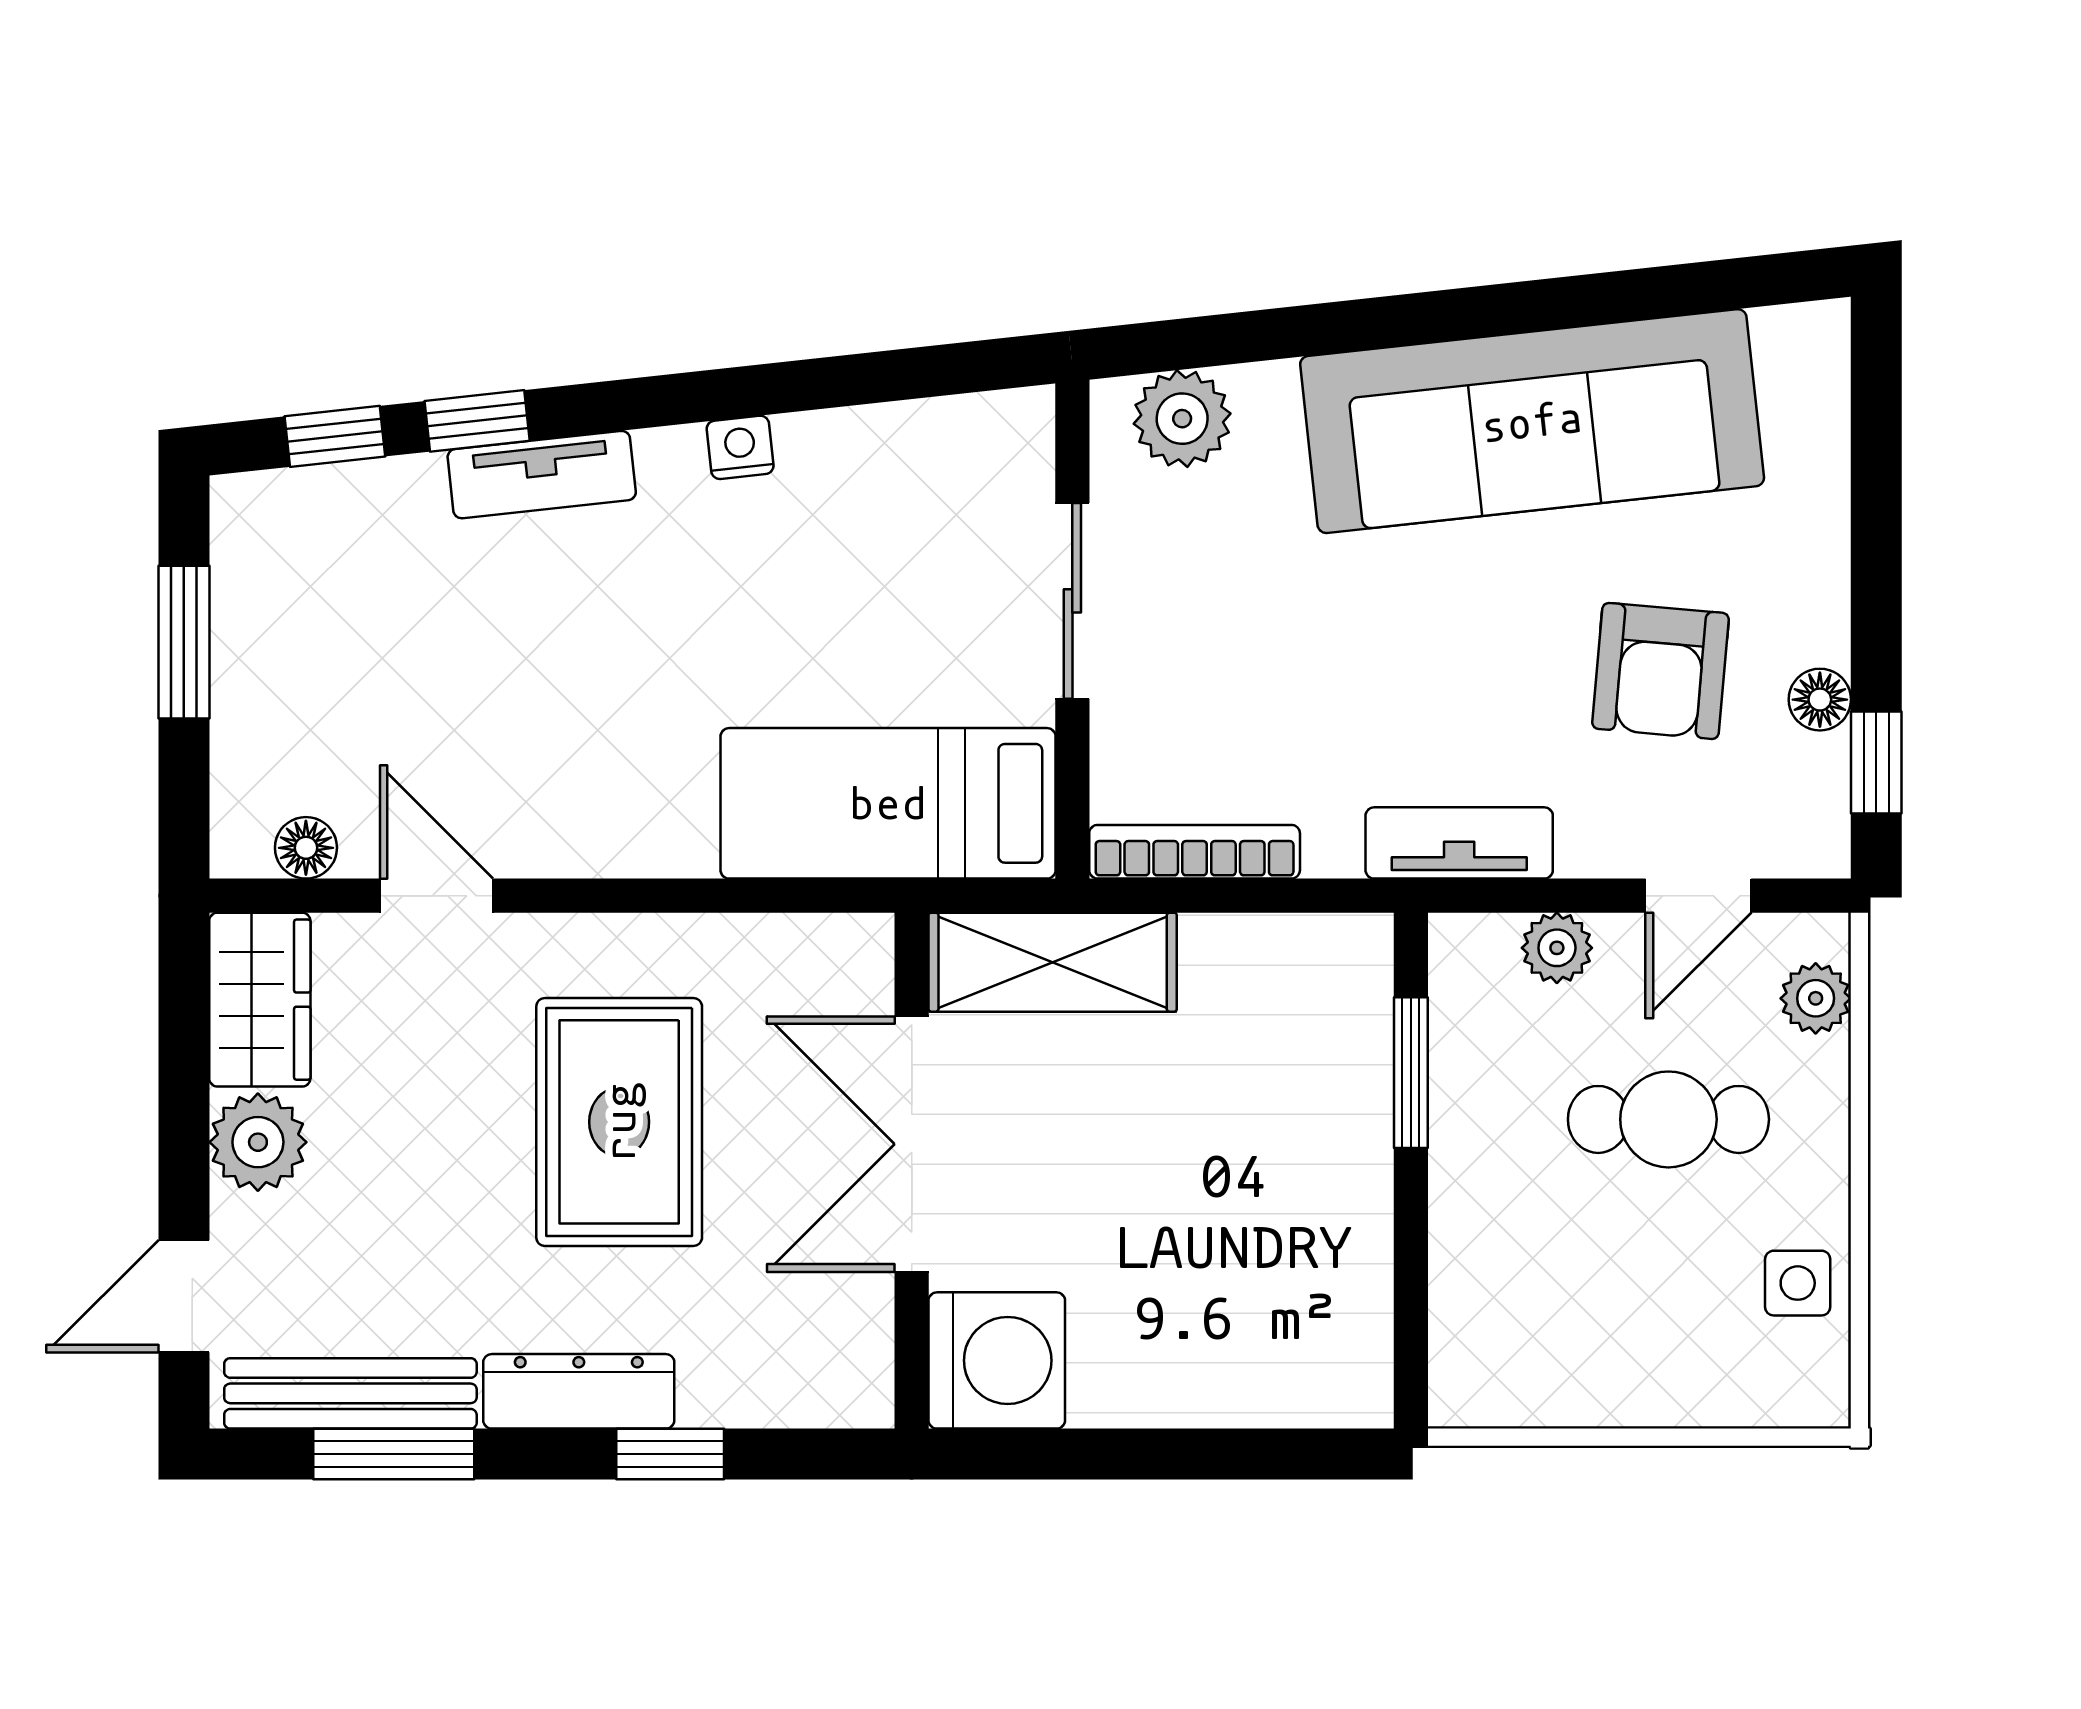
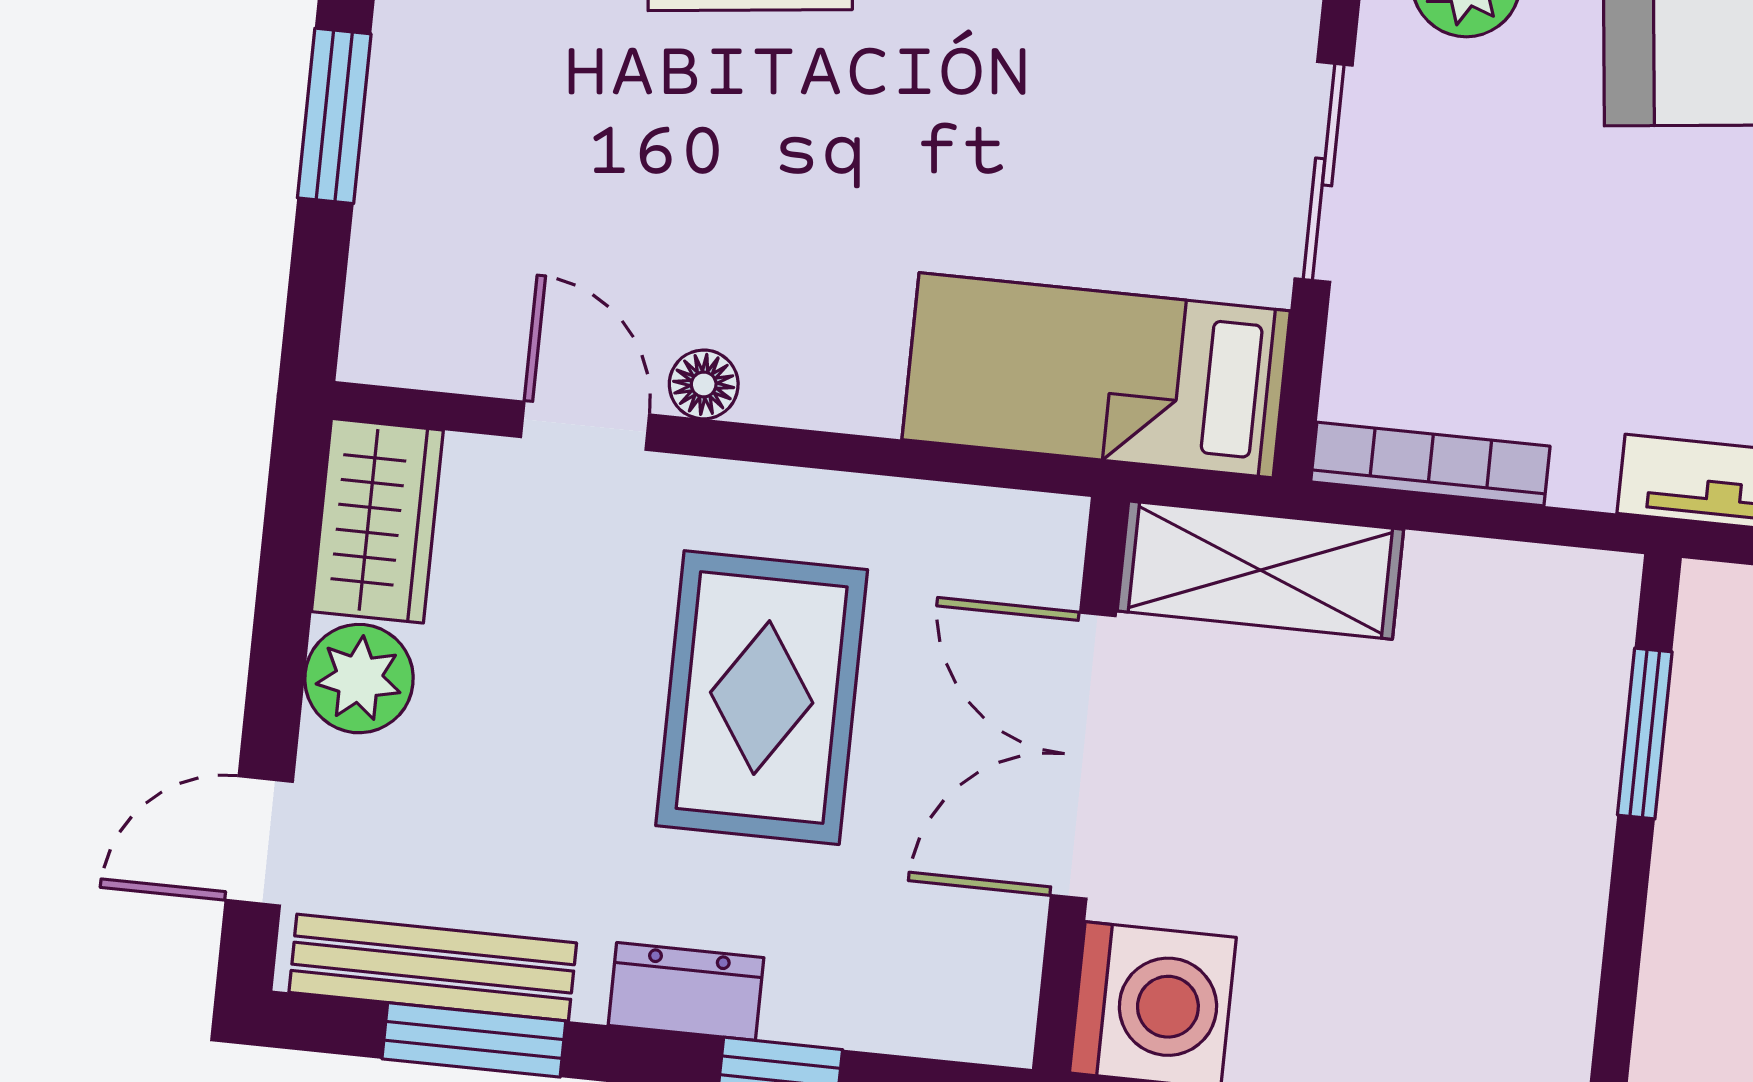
floor lamp: (306, 848) -> (704, 384), moved
dresser: (579, 1391) -> (686, 991), width x0.70

